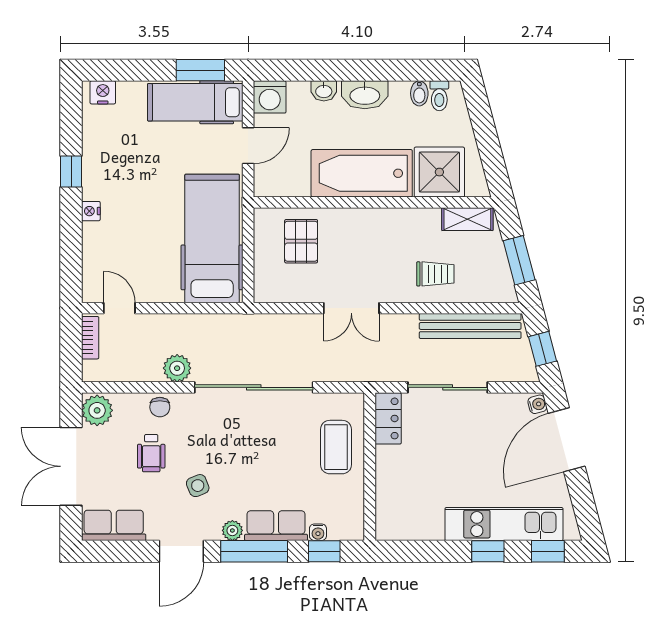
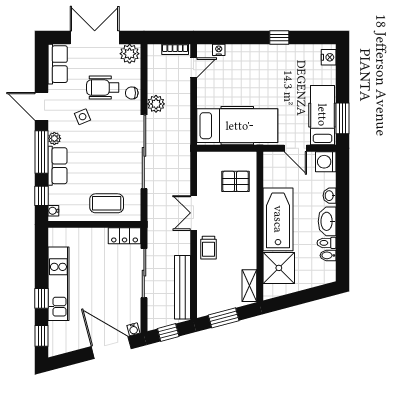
toilet: (439, 96) -> (327, 243), moved
nightstand: (91, 211) -> (219, 50), moved
trolley: (435, 274) -> (208, 248), moved
wheelchair: (151, 453) -> (103, 88), width x1.36, depth x1.37
kitchen unit: (504, 524) -> (58, 284), moved
water cooler: (318, 532) -> (53, 211), moved

